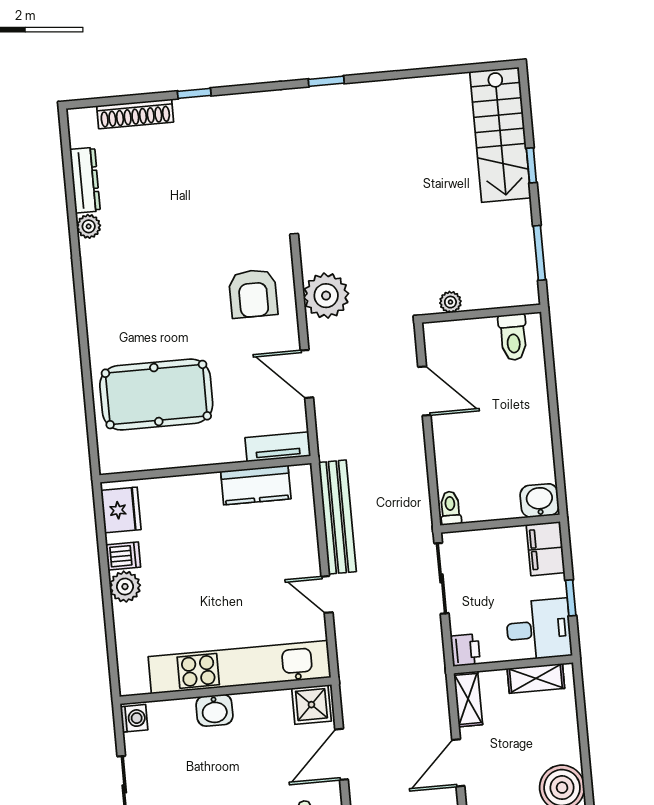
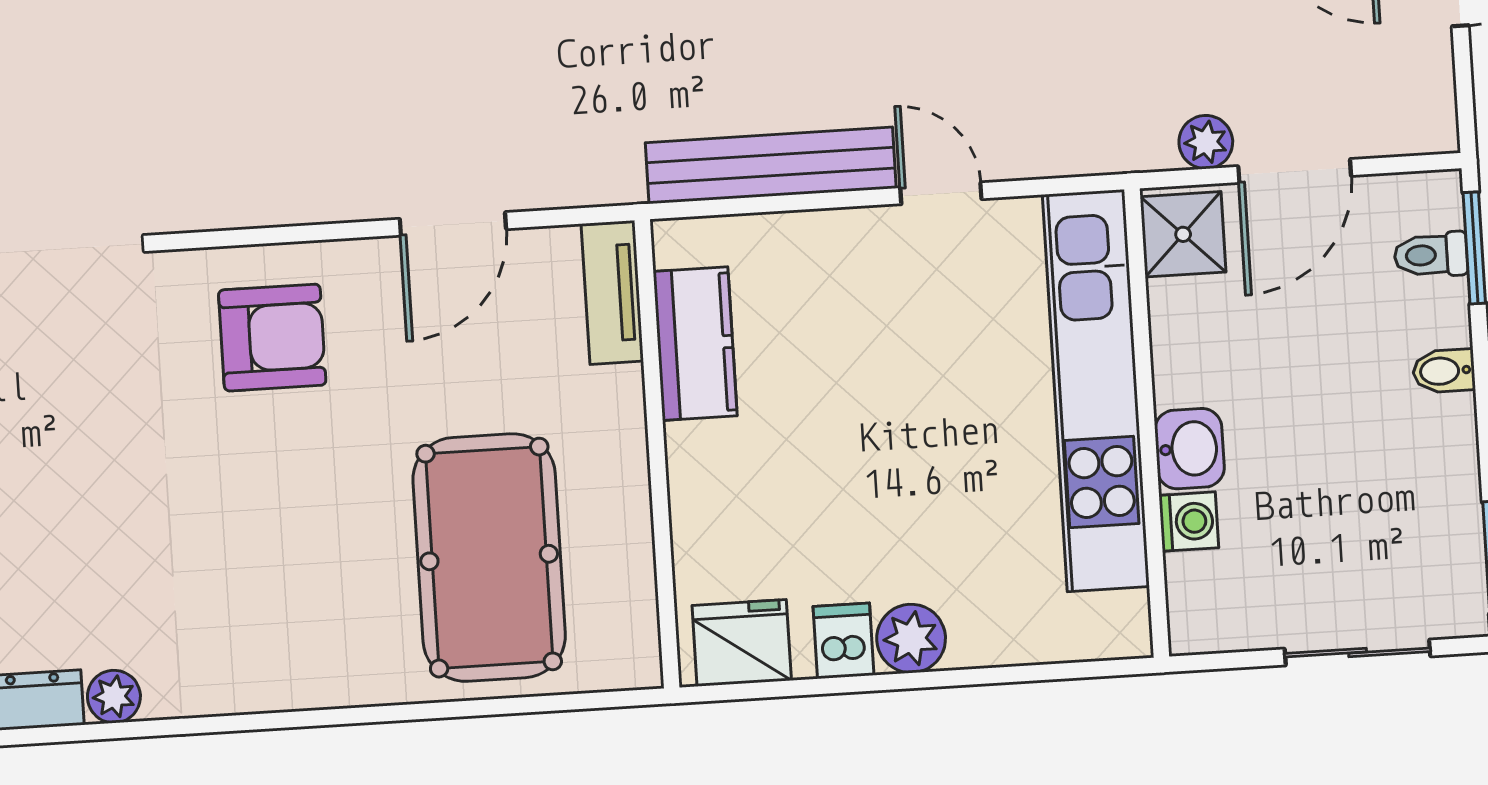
plant: (326, 296) -> (1206, 142), moved, width x0.53, depth x0.53
door: (327, 594) -> (941, 193), swing flipped
washing machine: (134, 718) -> (1189, 522), moved, turned 90
door: (341, 754) -> (1295, 171), hinge flipped

